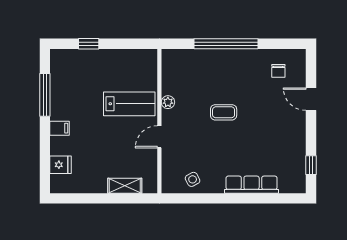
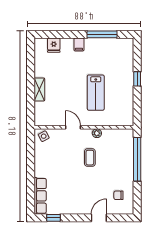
window: (89, 44) -> (137, 79), moved
plant: (168, 102) -> (97, 133), moved
wall: (159, 121) -> (84, 127), moved
door: (159, 137) -> (73, 127), moved
row of seats: (252, 185) -> (40, 196), moved

